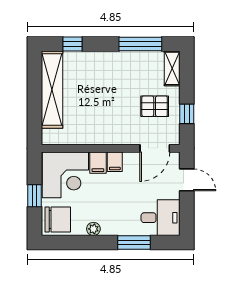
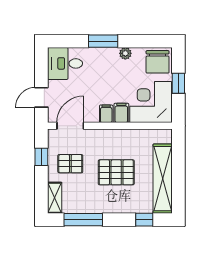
pallet: (104, 97) -> (116, 172), added
door: (187, 180) -> (41, 97), hinge flipped
chair: (58, 219) -> (158, 62), turned -90
window: (134, 242) -> (103, 41), moved

